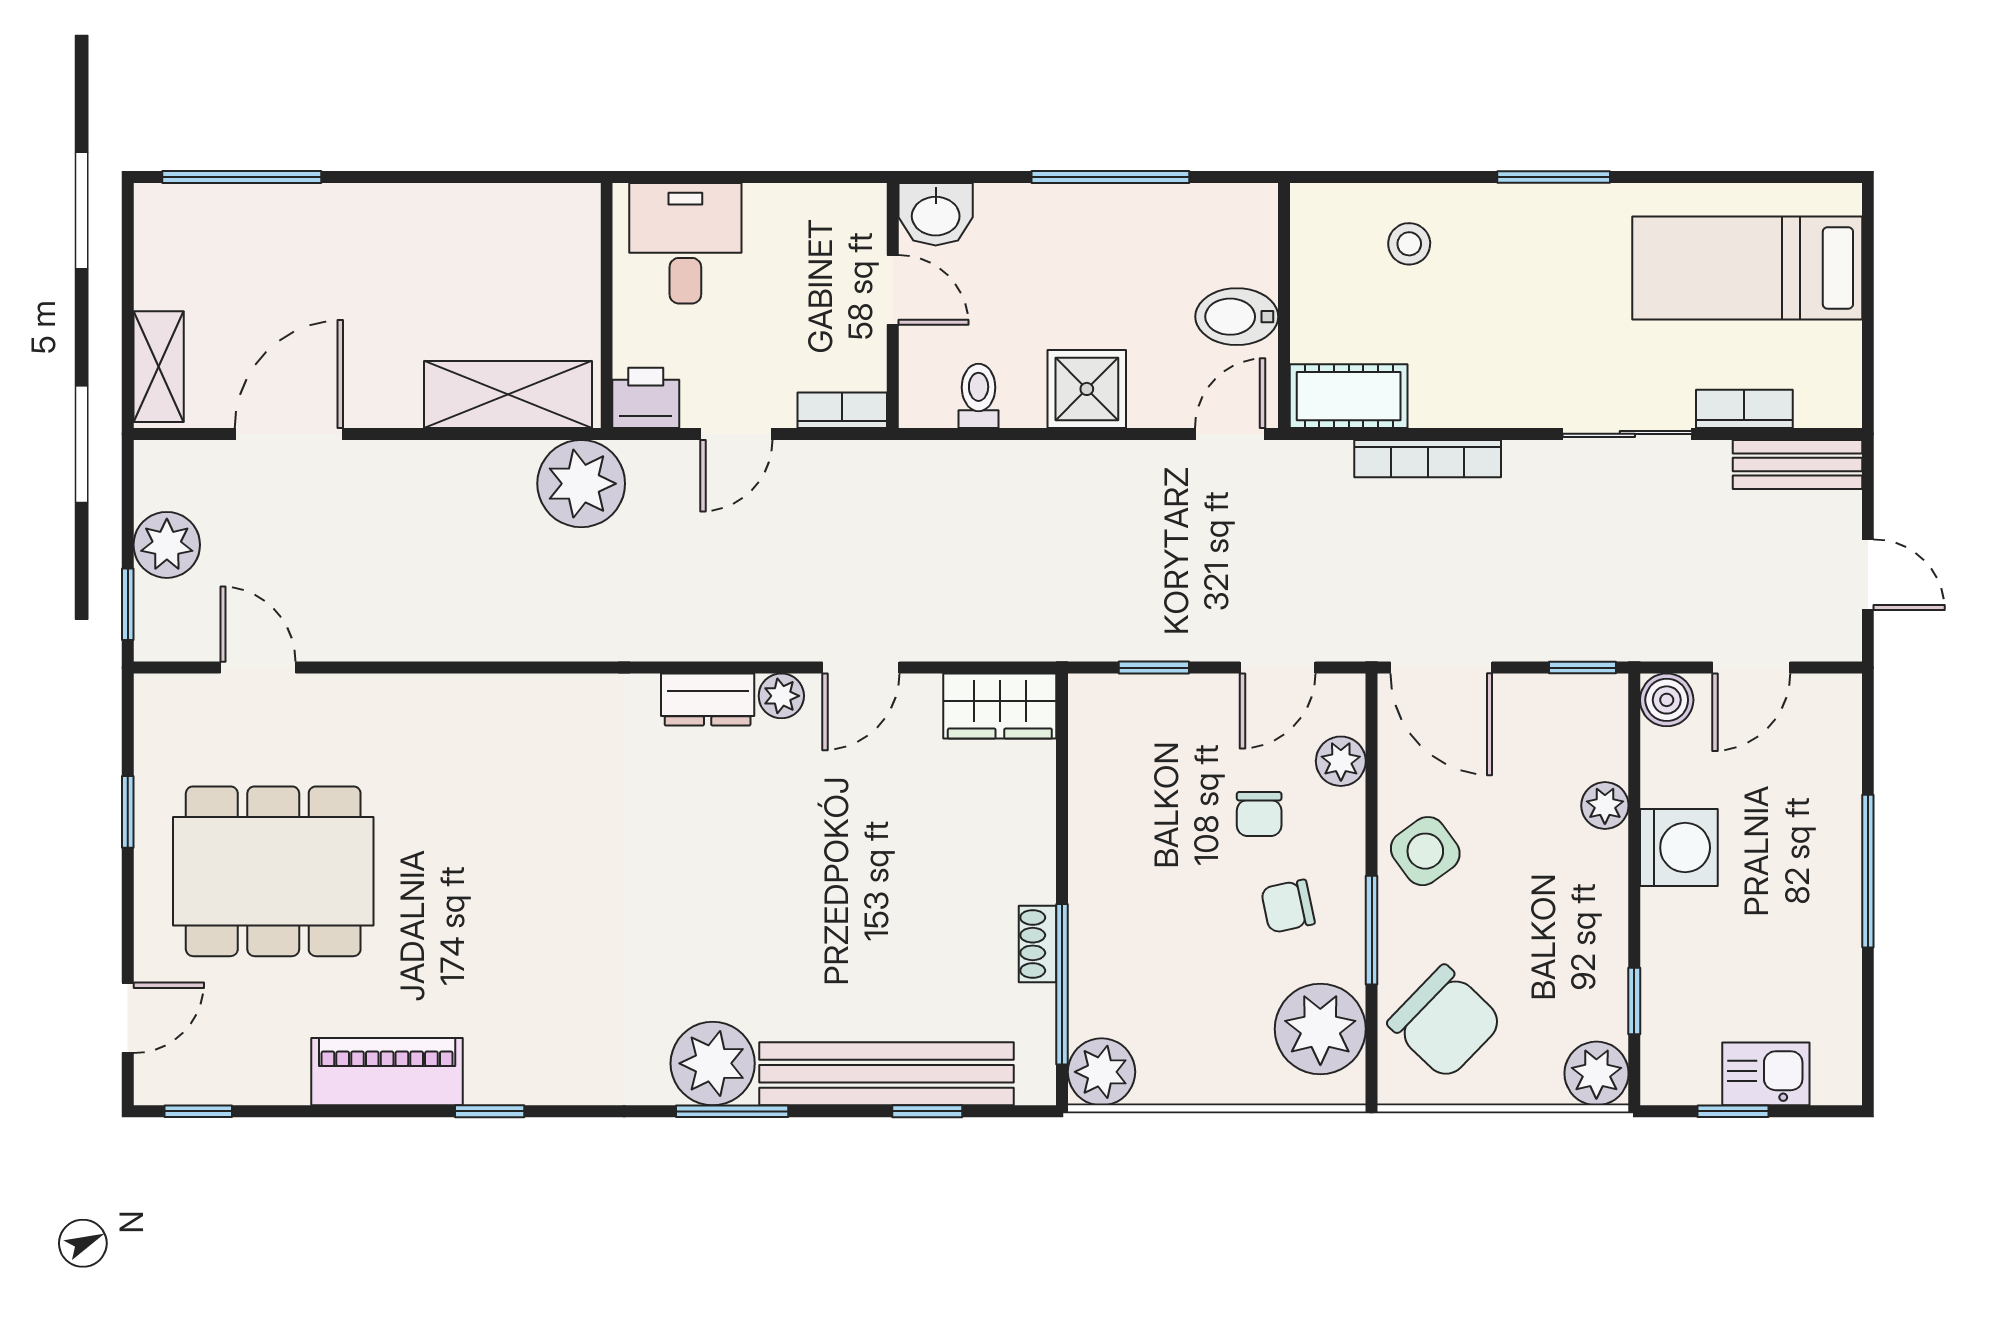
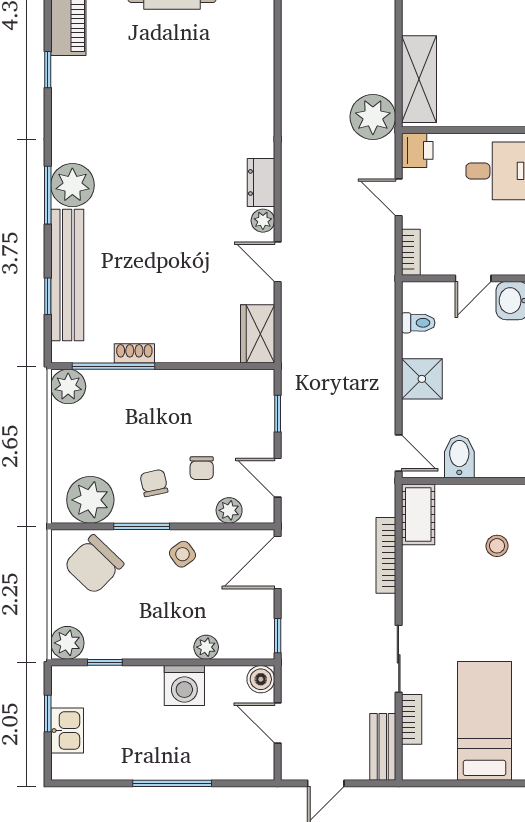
chair: (1259, 814) -> (202, 468), turned -90
side table: (1425, 851) -> (182, 554), width x0.73, depth x0.73

